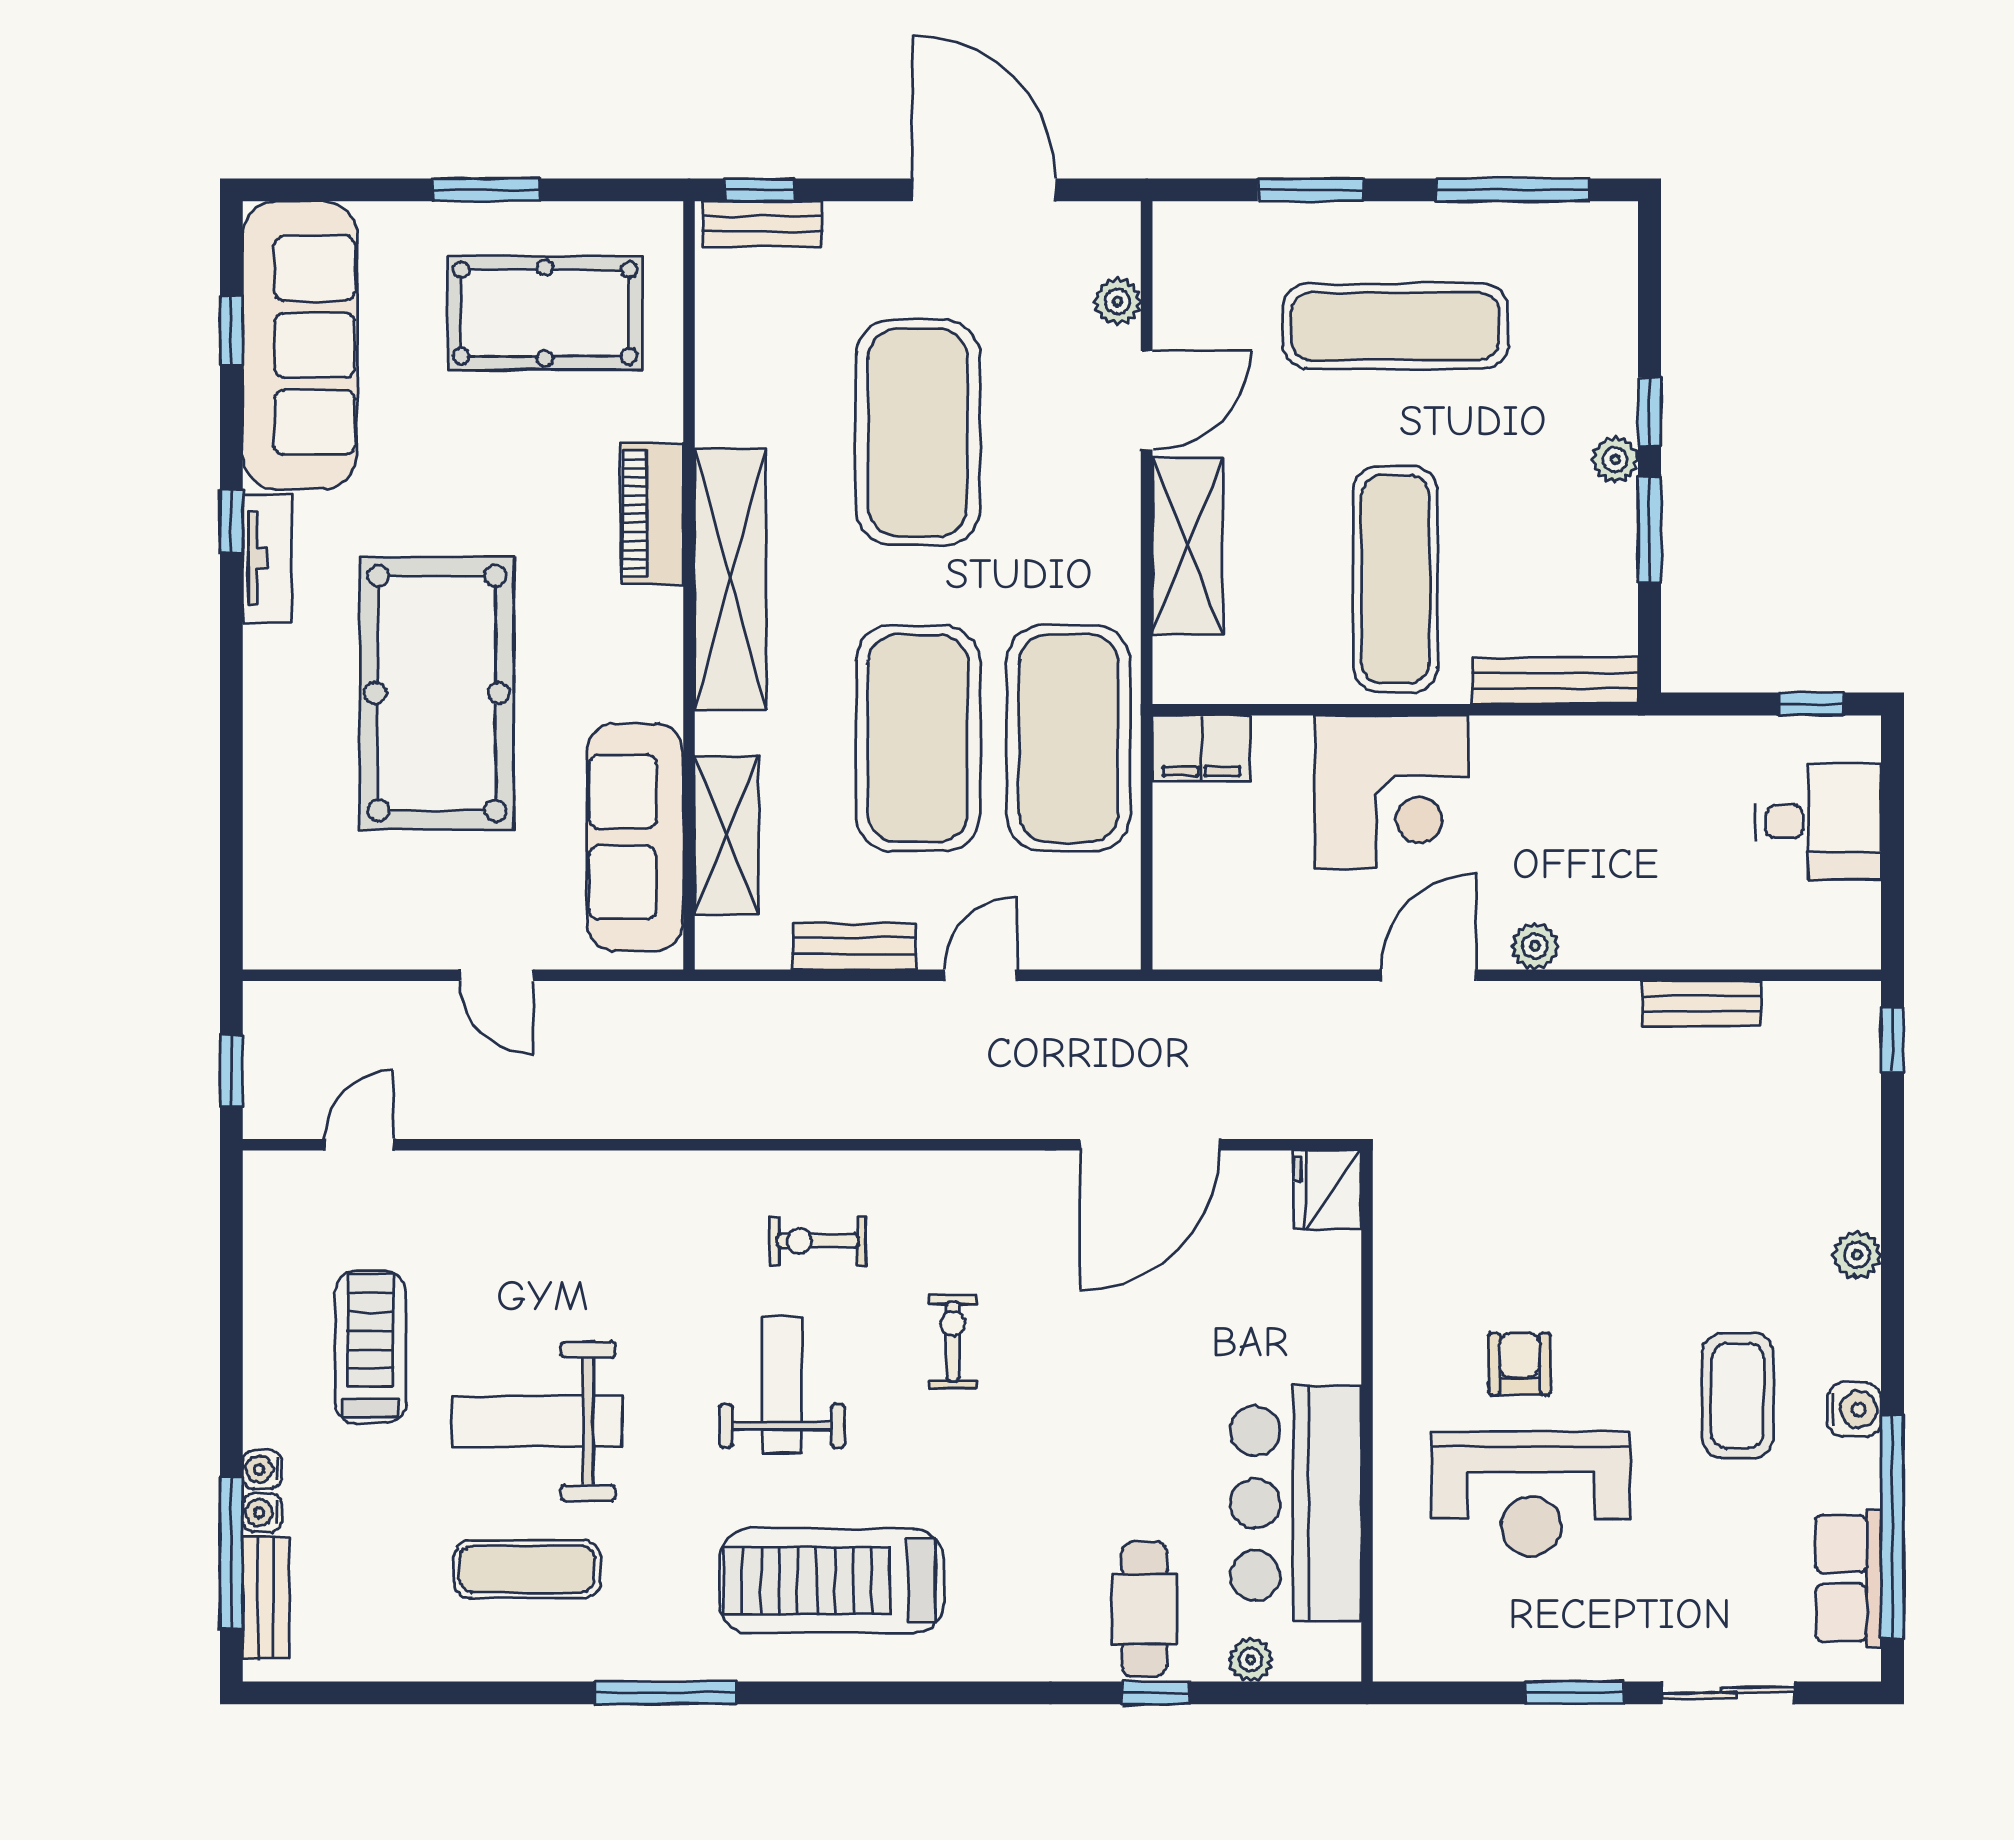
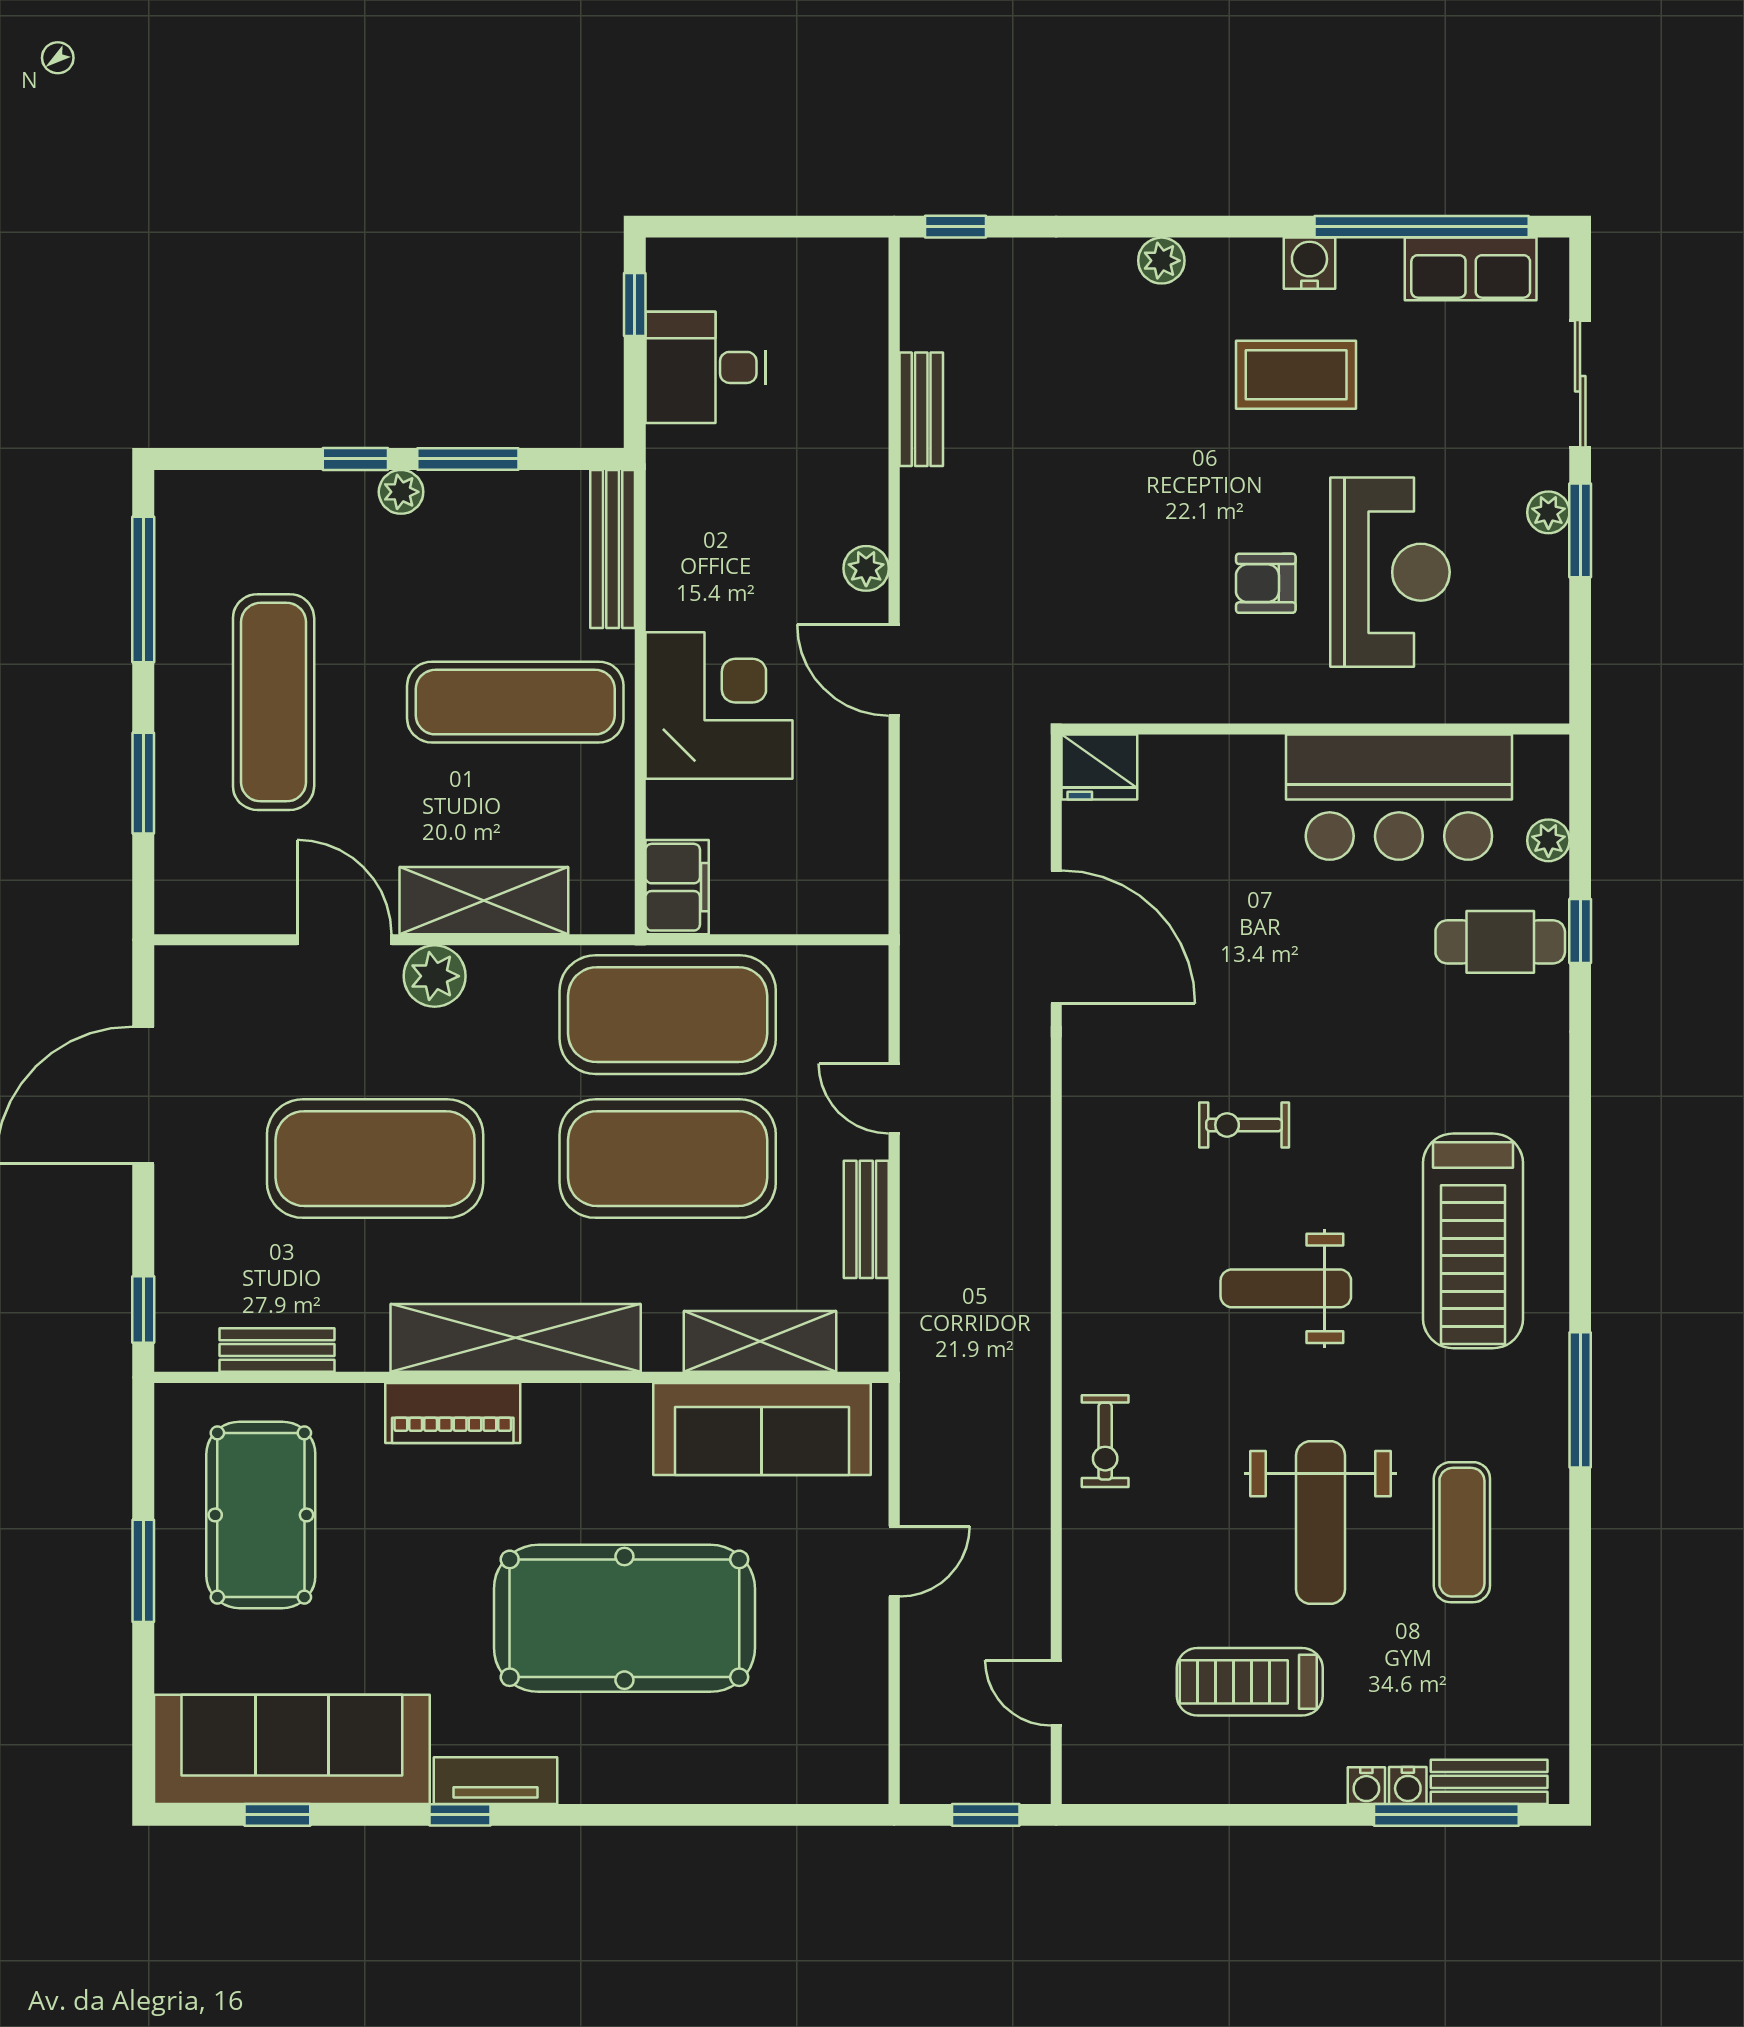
bench: (762, 224) -> (277, 1350), moved, turned 90
plant: (1118, 301) -> (435, 976), moved, width x1.38, depth x1.38
desk: (1818, 822) -> (706, 367), moved, turned -90
exercise bike: (818, 1241) -> (1105, 1441), moved
plant: (1594, 1660) -> (1548, 512), added

